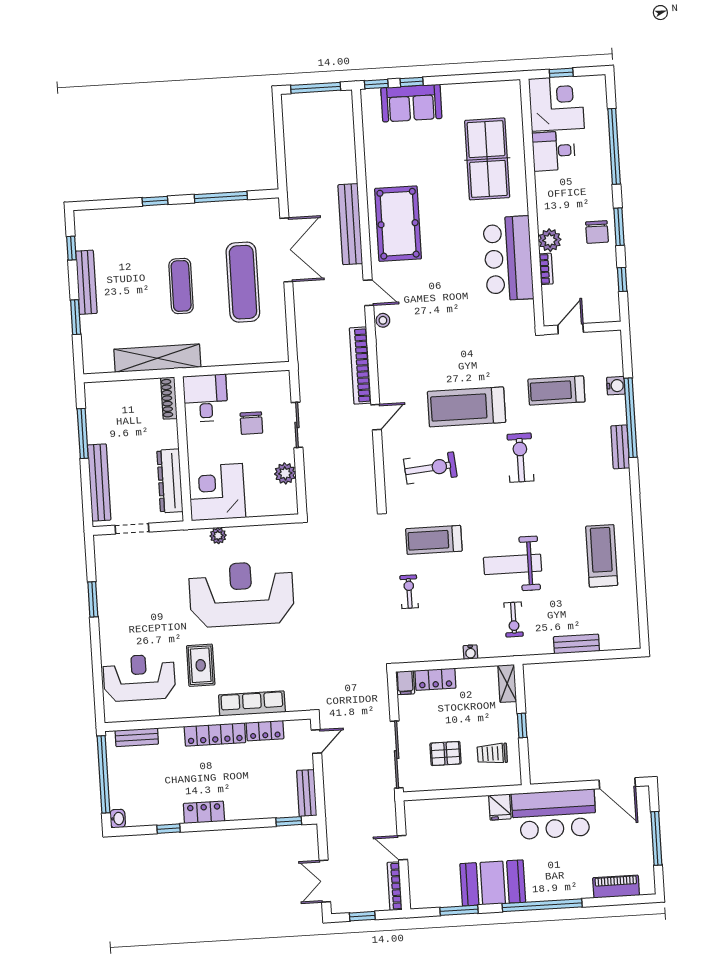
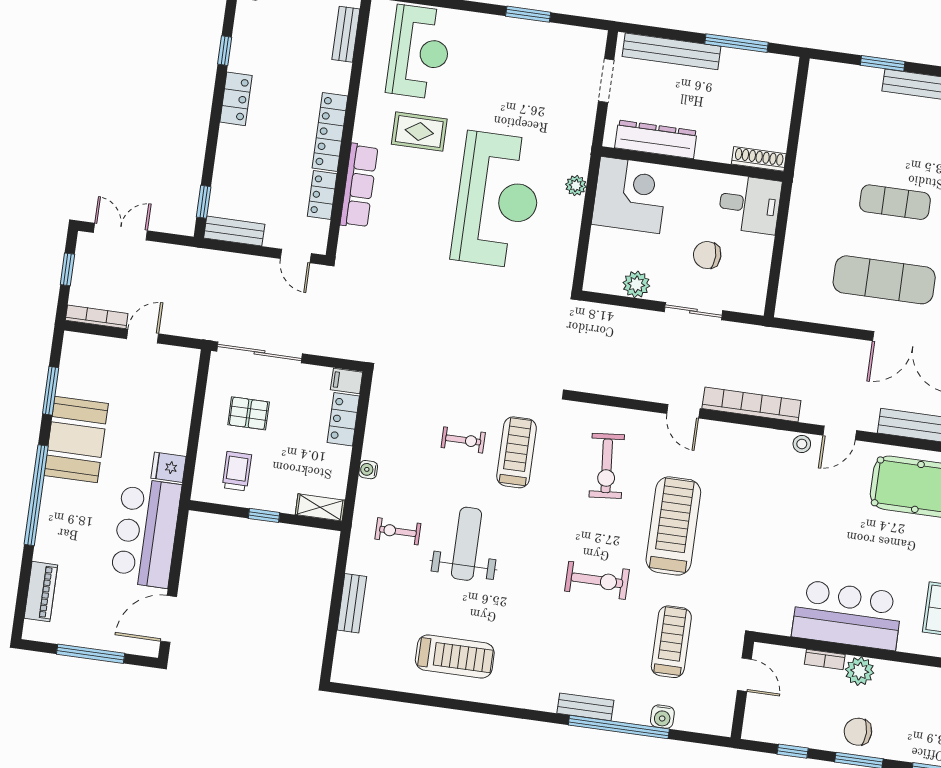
shelving: (157, 358) -> (811, 155), removed
exercise bike: (409, 592) -> (463, 440), moved
pallet: (446, 754) -> (249, 413), turned 90

